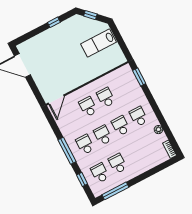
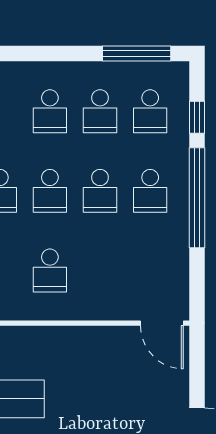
door: (56, 100) -> (162, 323), swing flipped
school desk: (88, 107) -> (50, 111), moved
window: (67, 151) -> (197, 198), width x1.46

